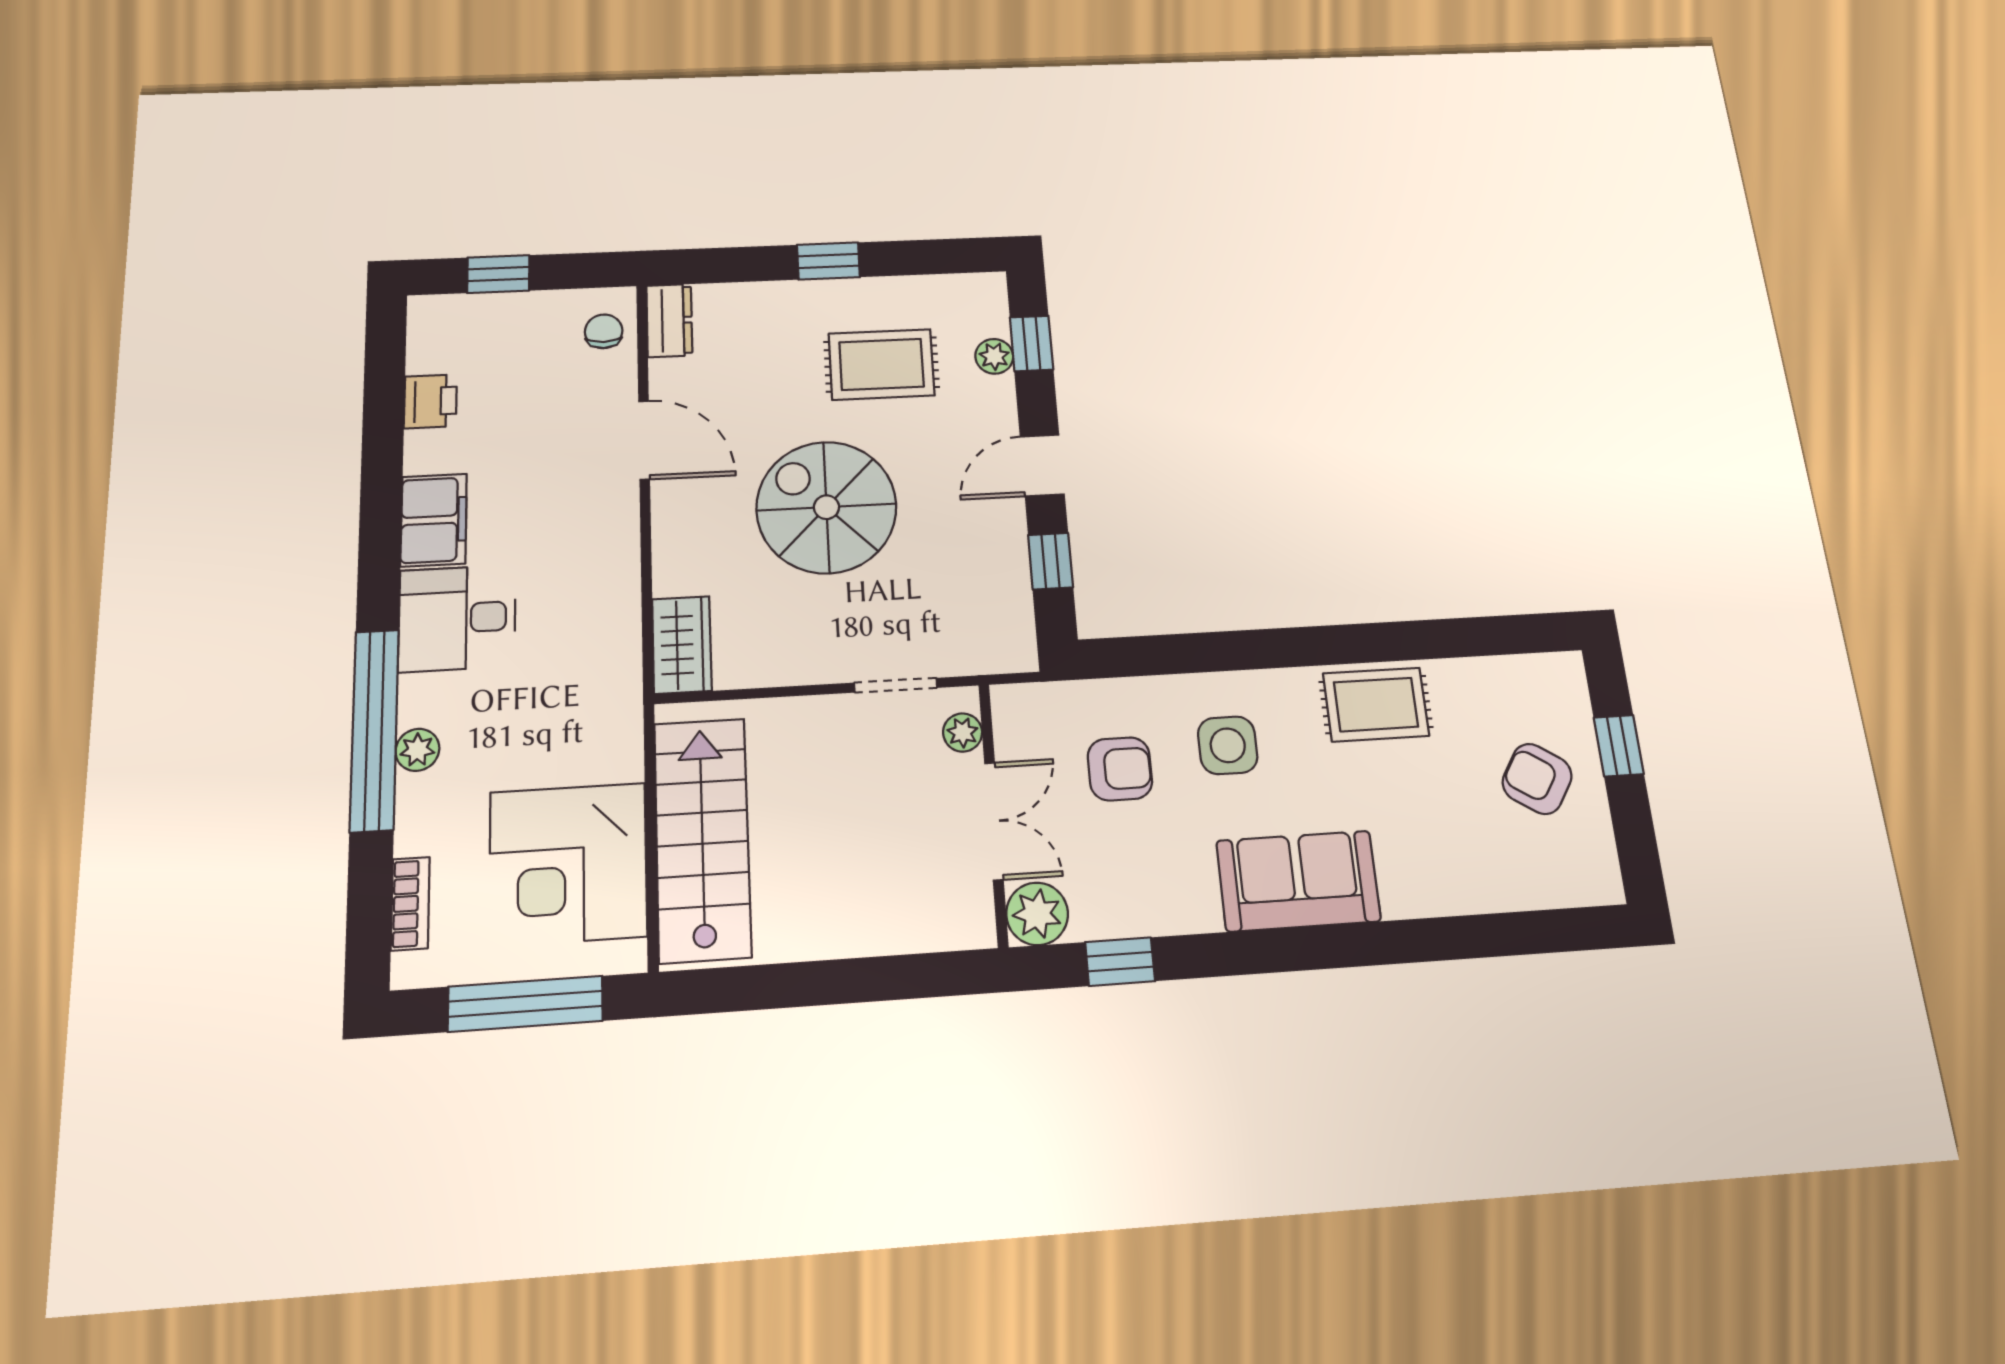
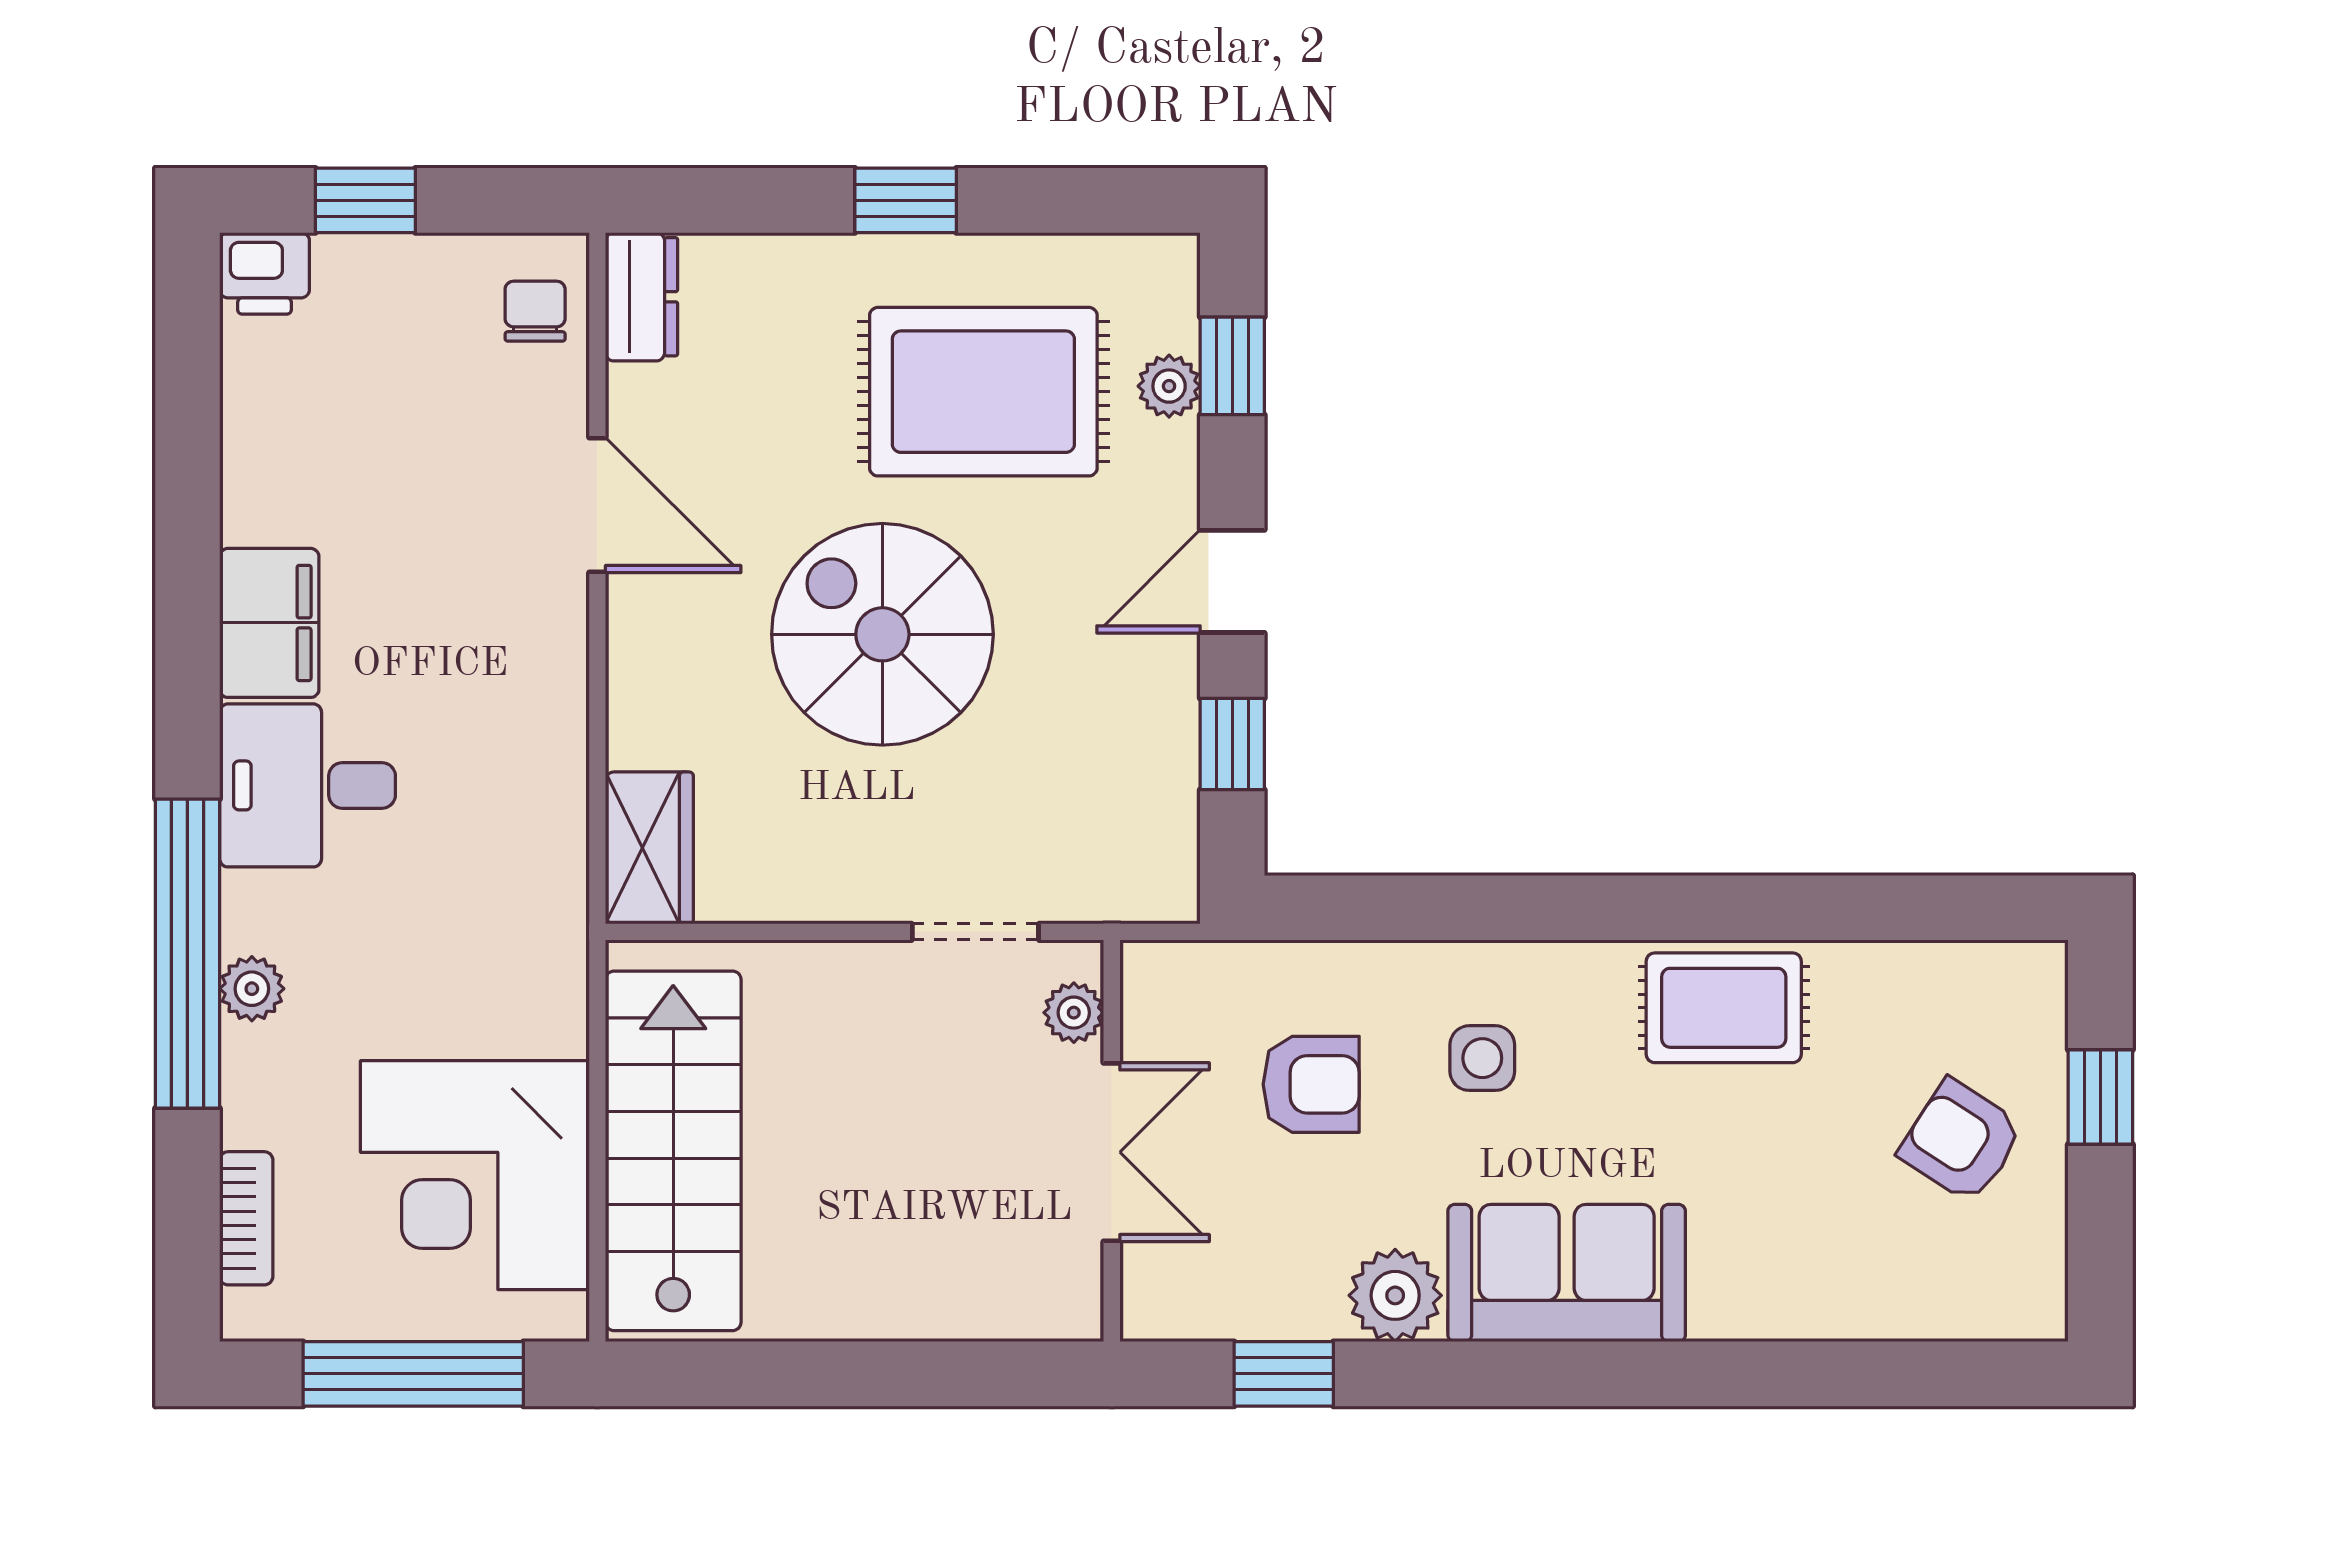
rug: (882, 364) -> (983, 392), width x1.36, depth x1.43
printer: (430, 401) -> (265, 273), moved, turned 90
side table: (1228, 745) -> (1482, 1058), width x0.73, depth x0.73
plant: (1037, 914) -> (1395, 1295), moved

